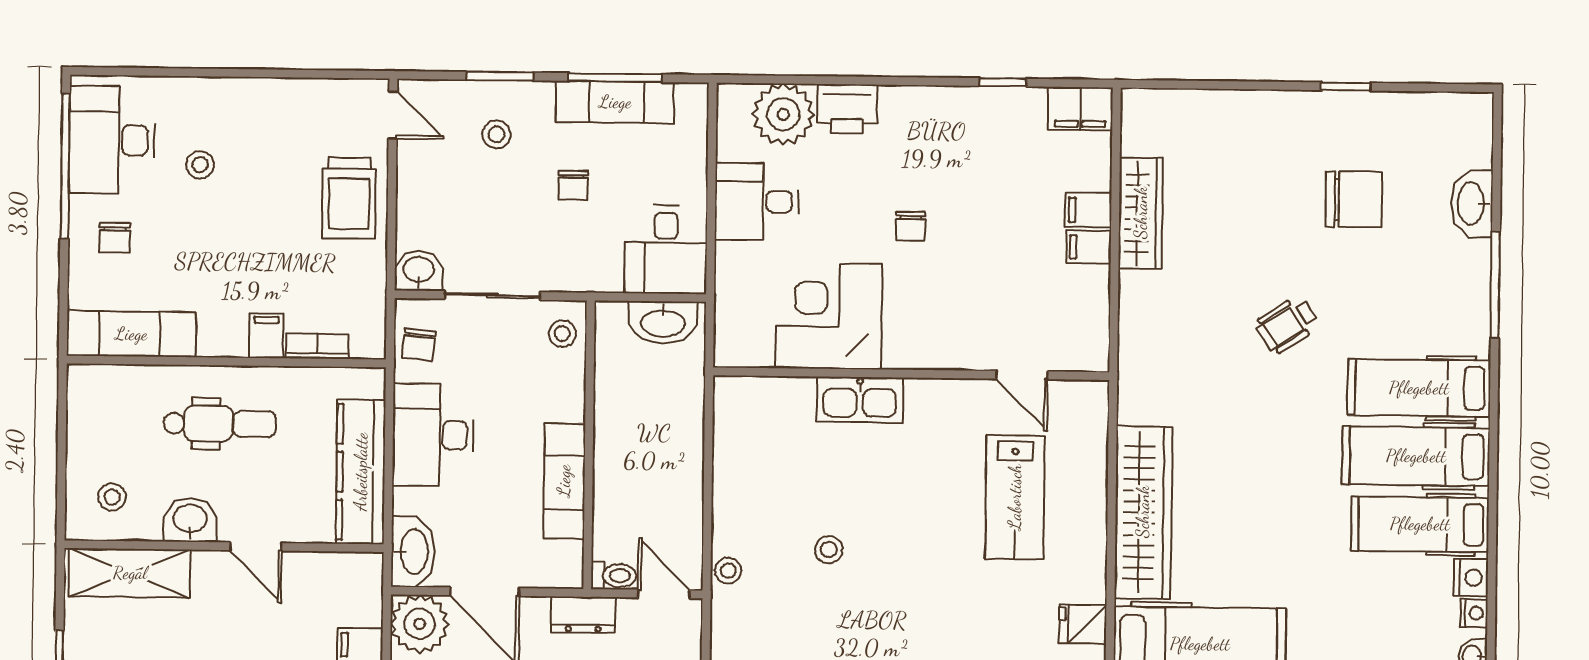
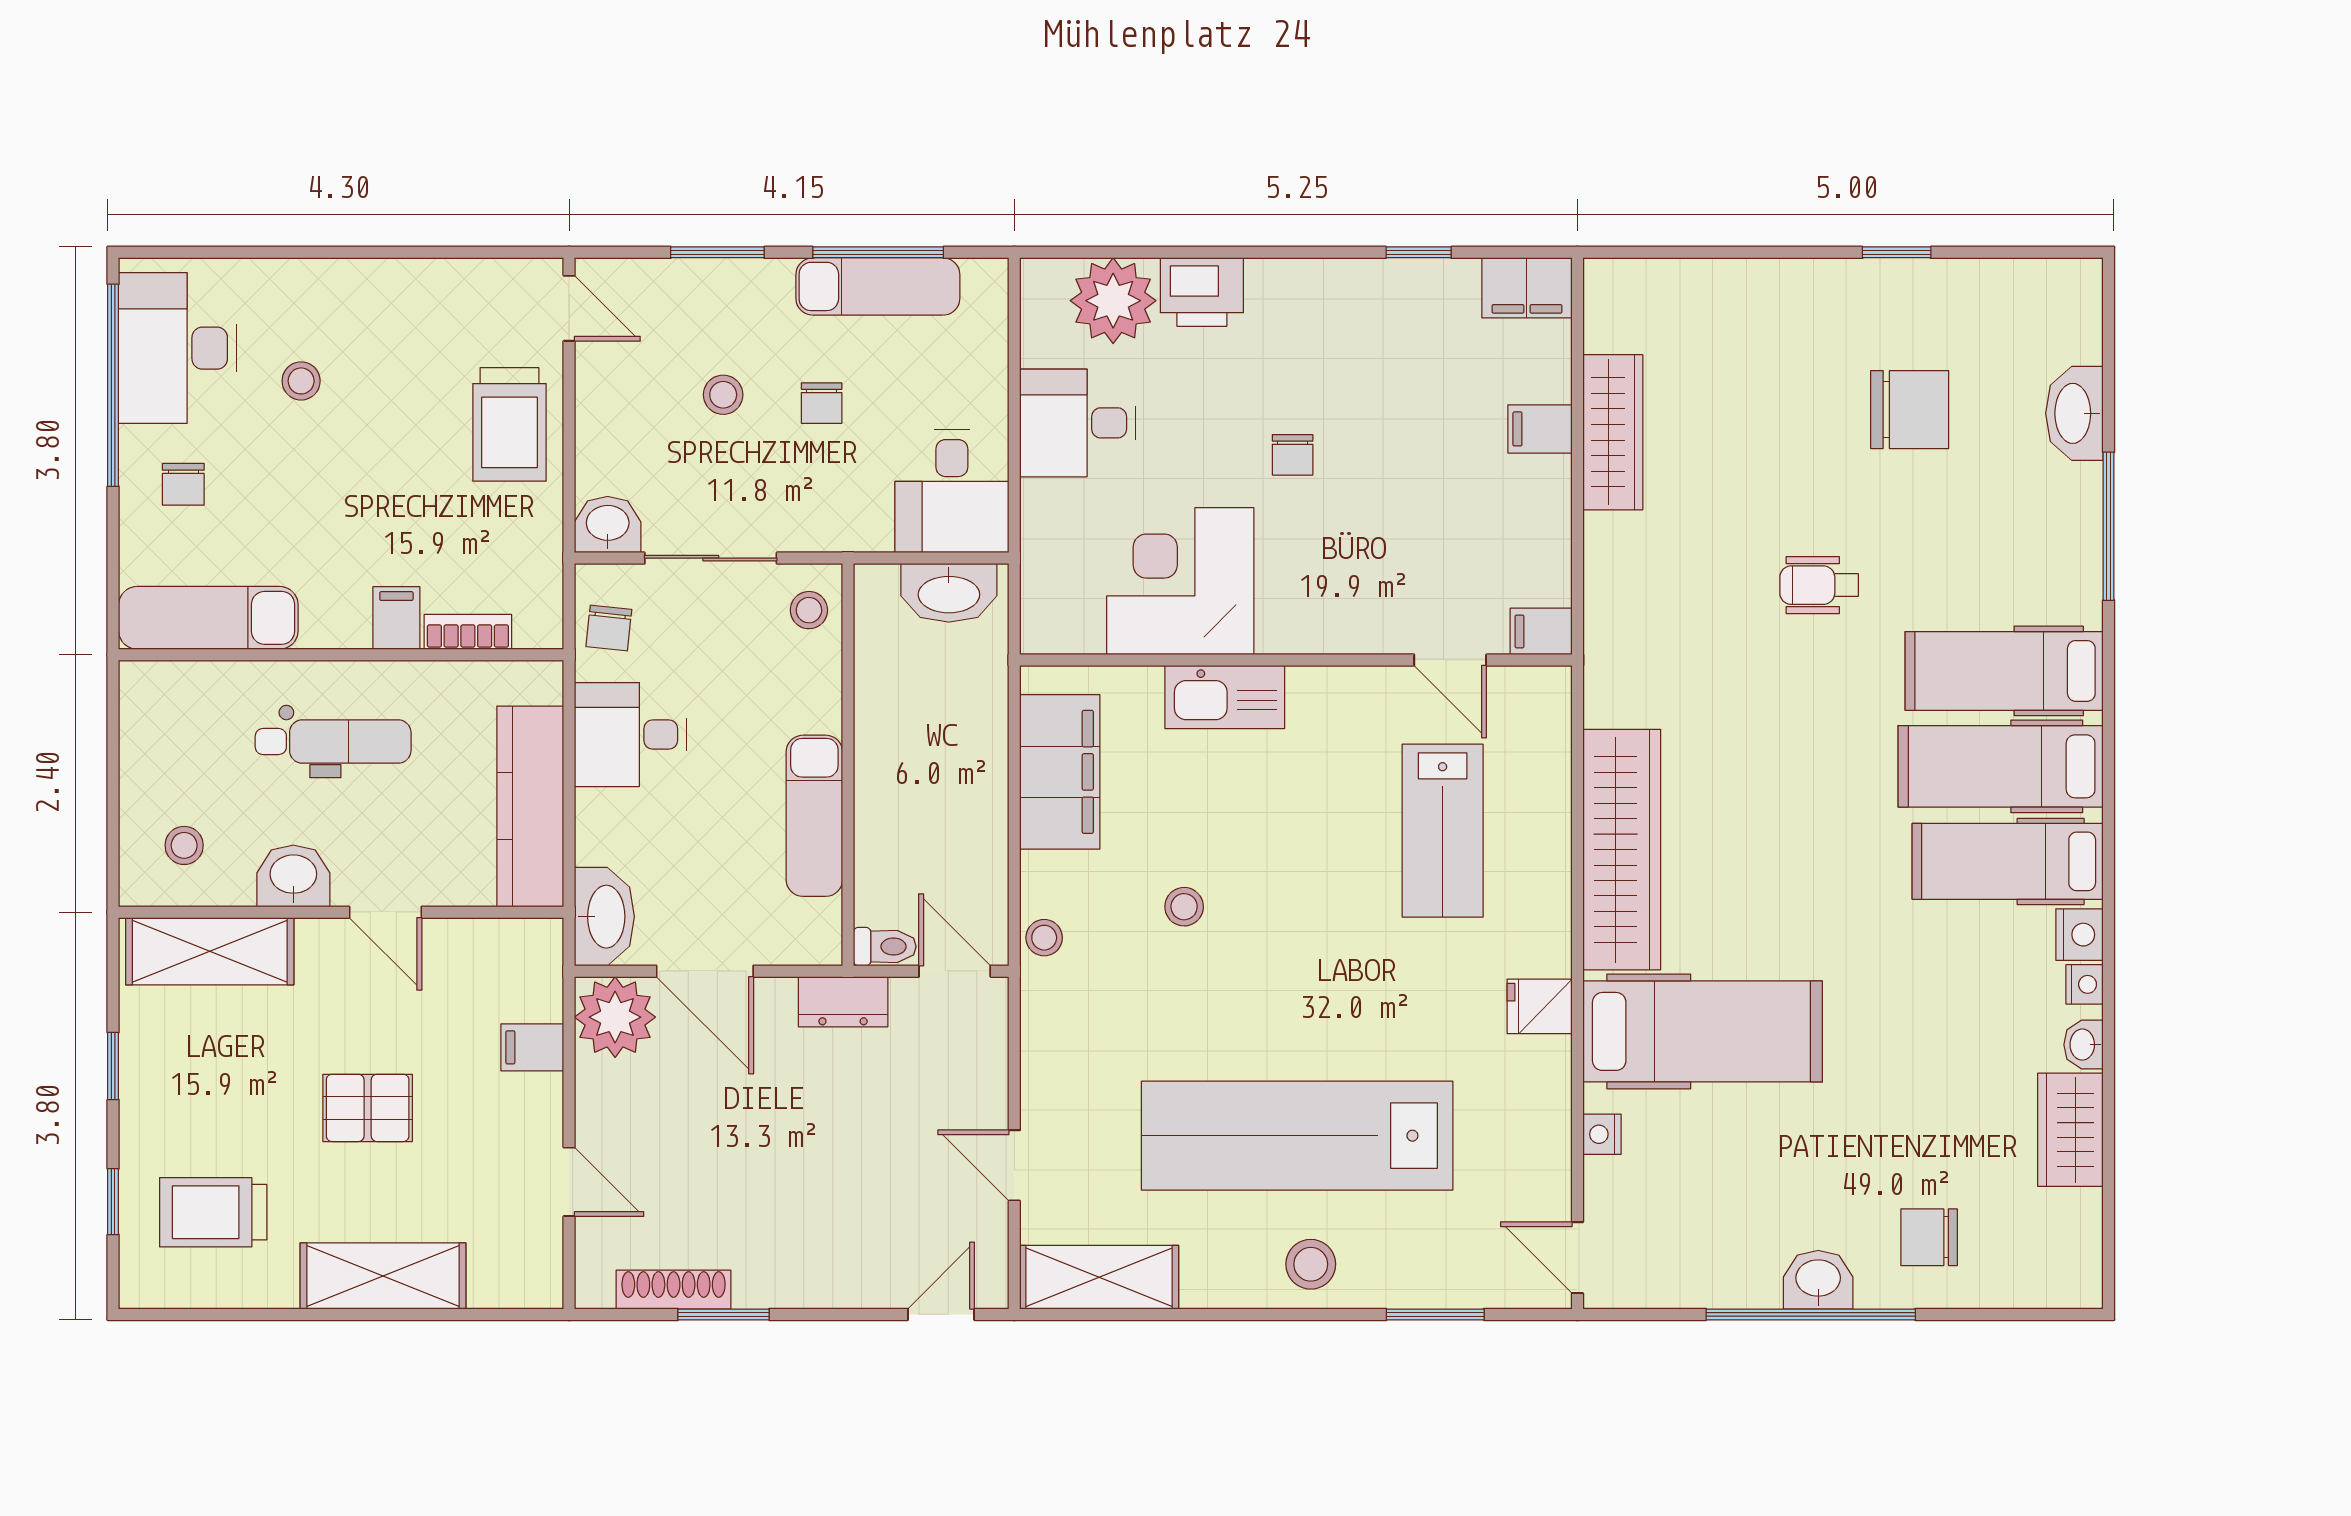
stool: (496, 134) -> (723, 395), moved
filing cabinet: (1089, 247) -> (1541, 631), moved
wheelchair: (1287, 325) -> (1819, 585), turned 33
desk: (433, 435) -> (630, 735), width x0.73
filing cabinet: (741, 452) -> (1060, 772), added

